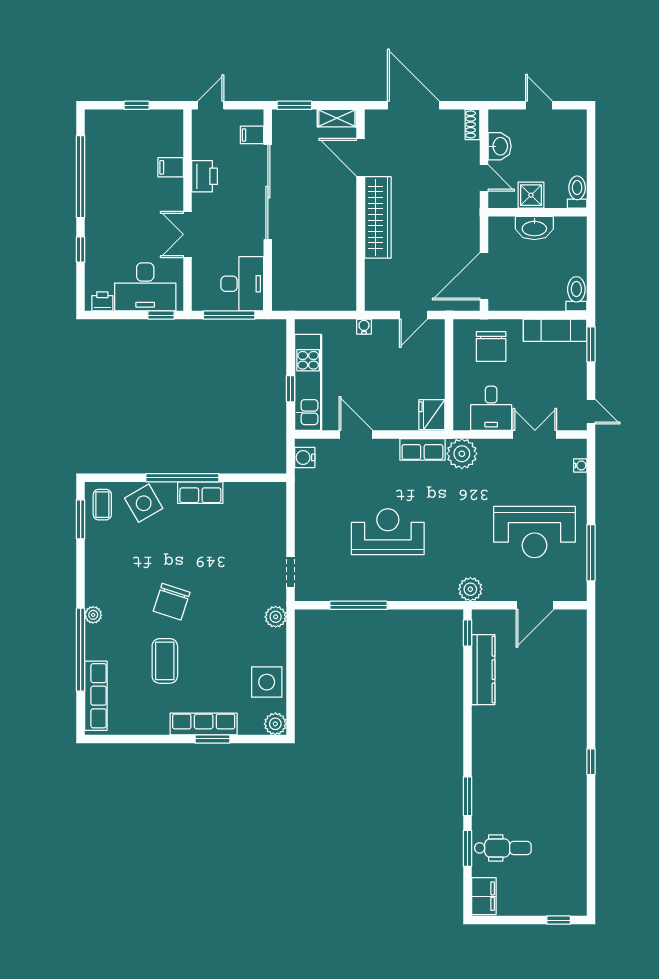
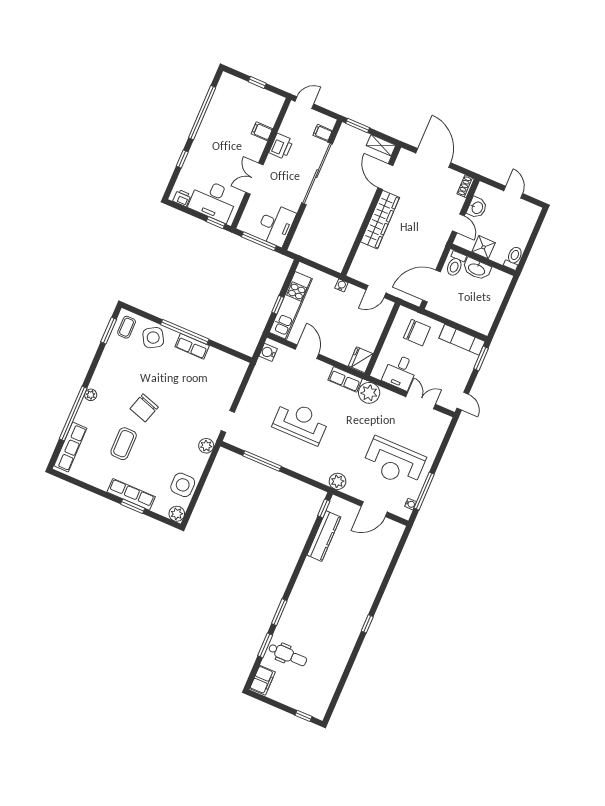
toilet: (576, 294) -> (455, 264), moved, turned 180
chair: (491, 346) -> (417, 333), turned -90
water cooler: (580, 465) -> (411, 504), moved

